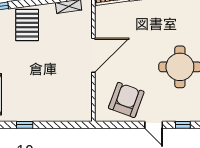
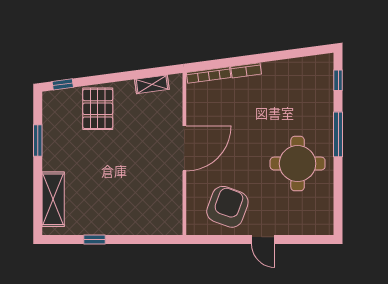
window: (183, 125) -> (301, 239), removed

